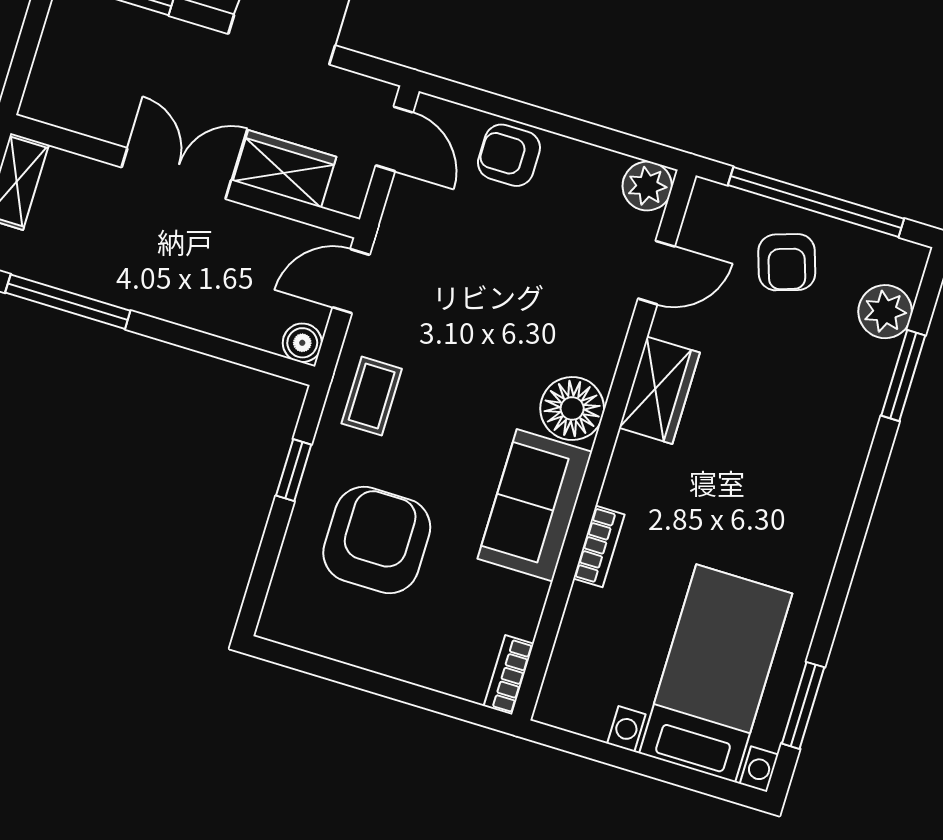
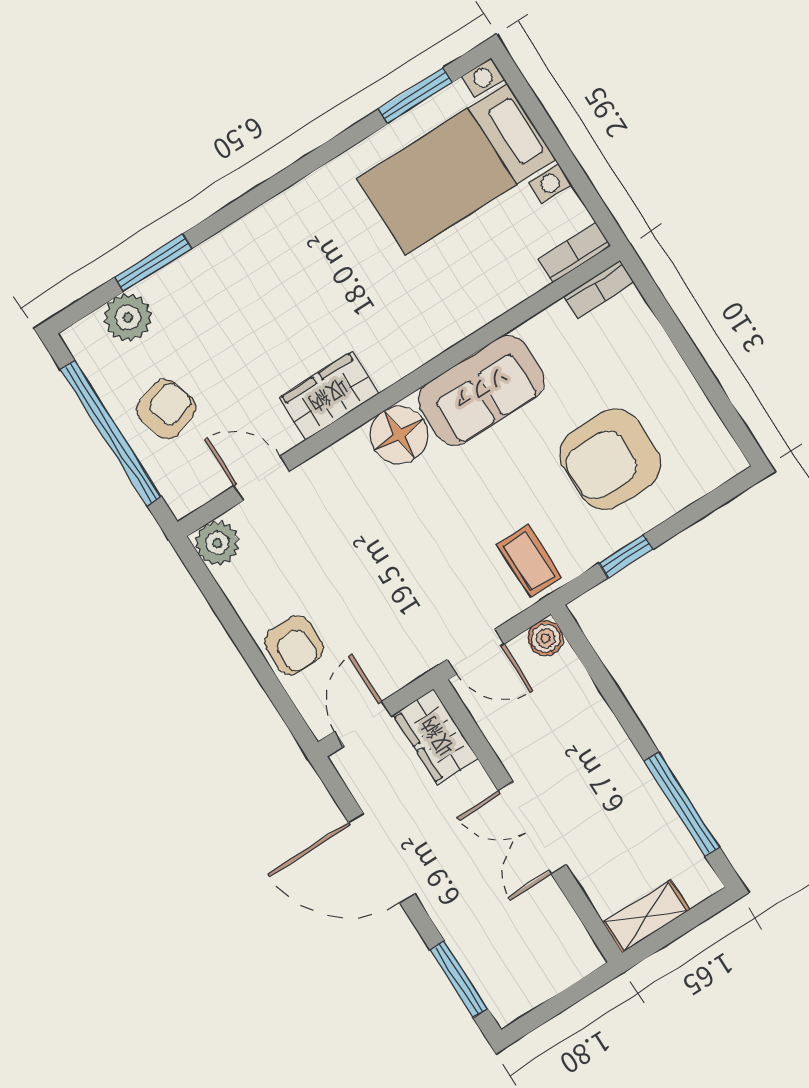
wardrobe: (285, 169) -> (436, 737), moved
coffee table: (372, 396) -> (529, 561), turned 90
bookcase: (599, 546) -> (575, 253), moved

